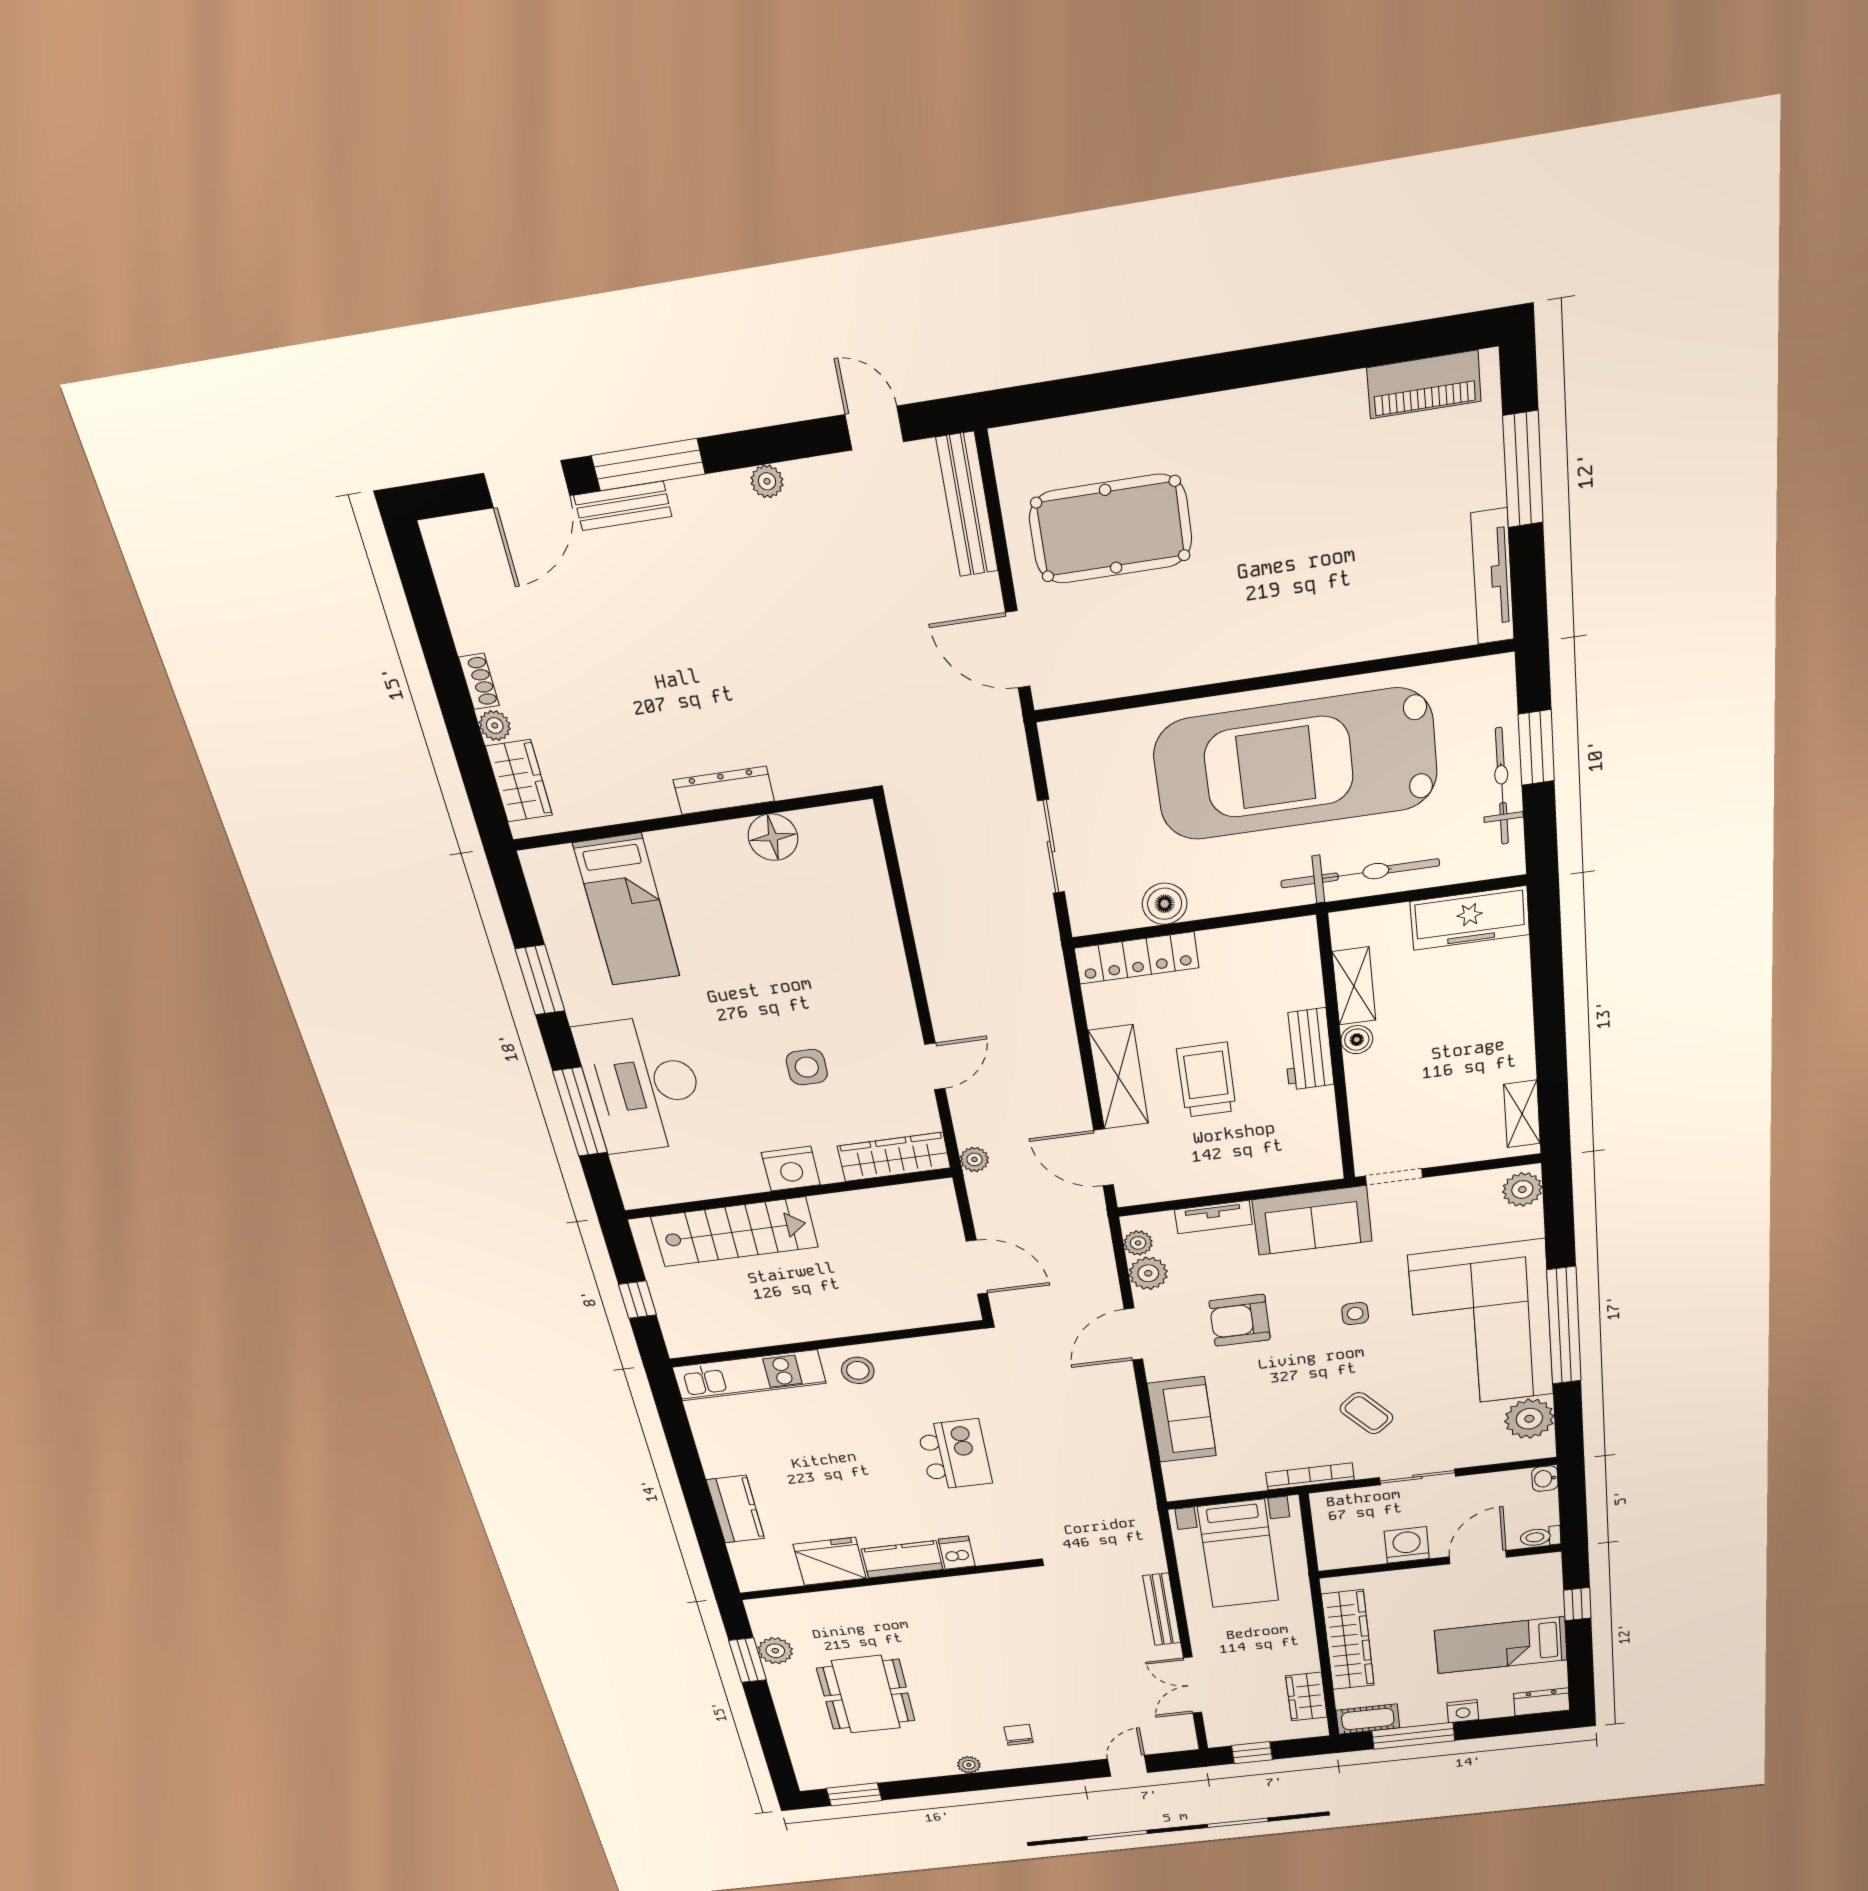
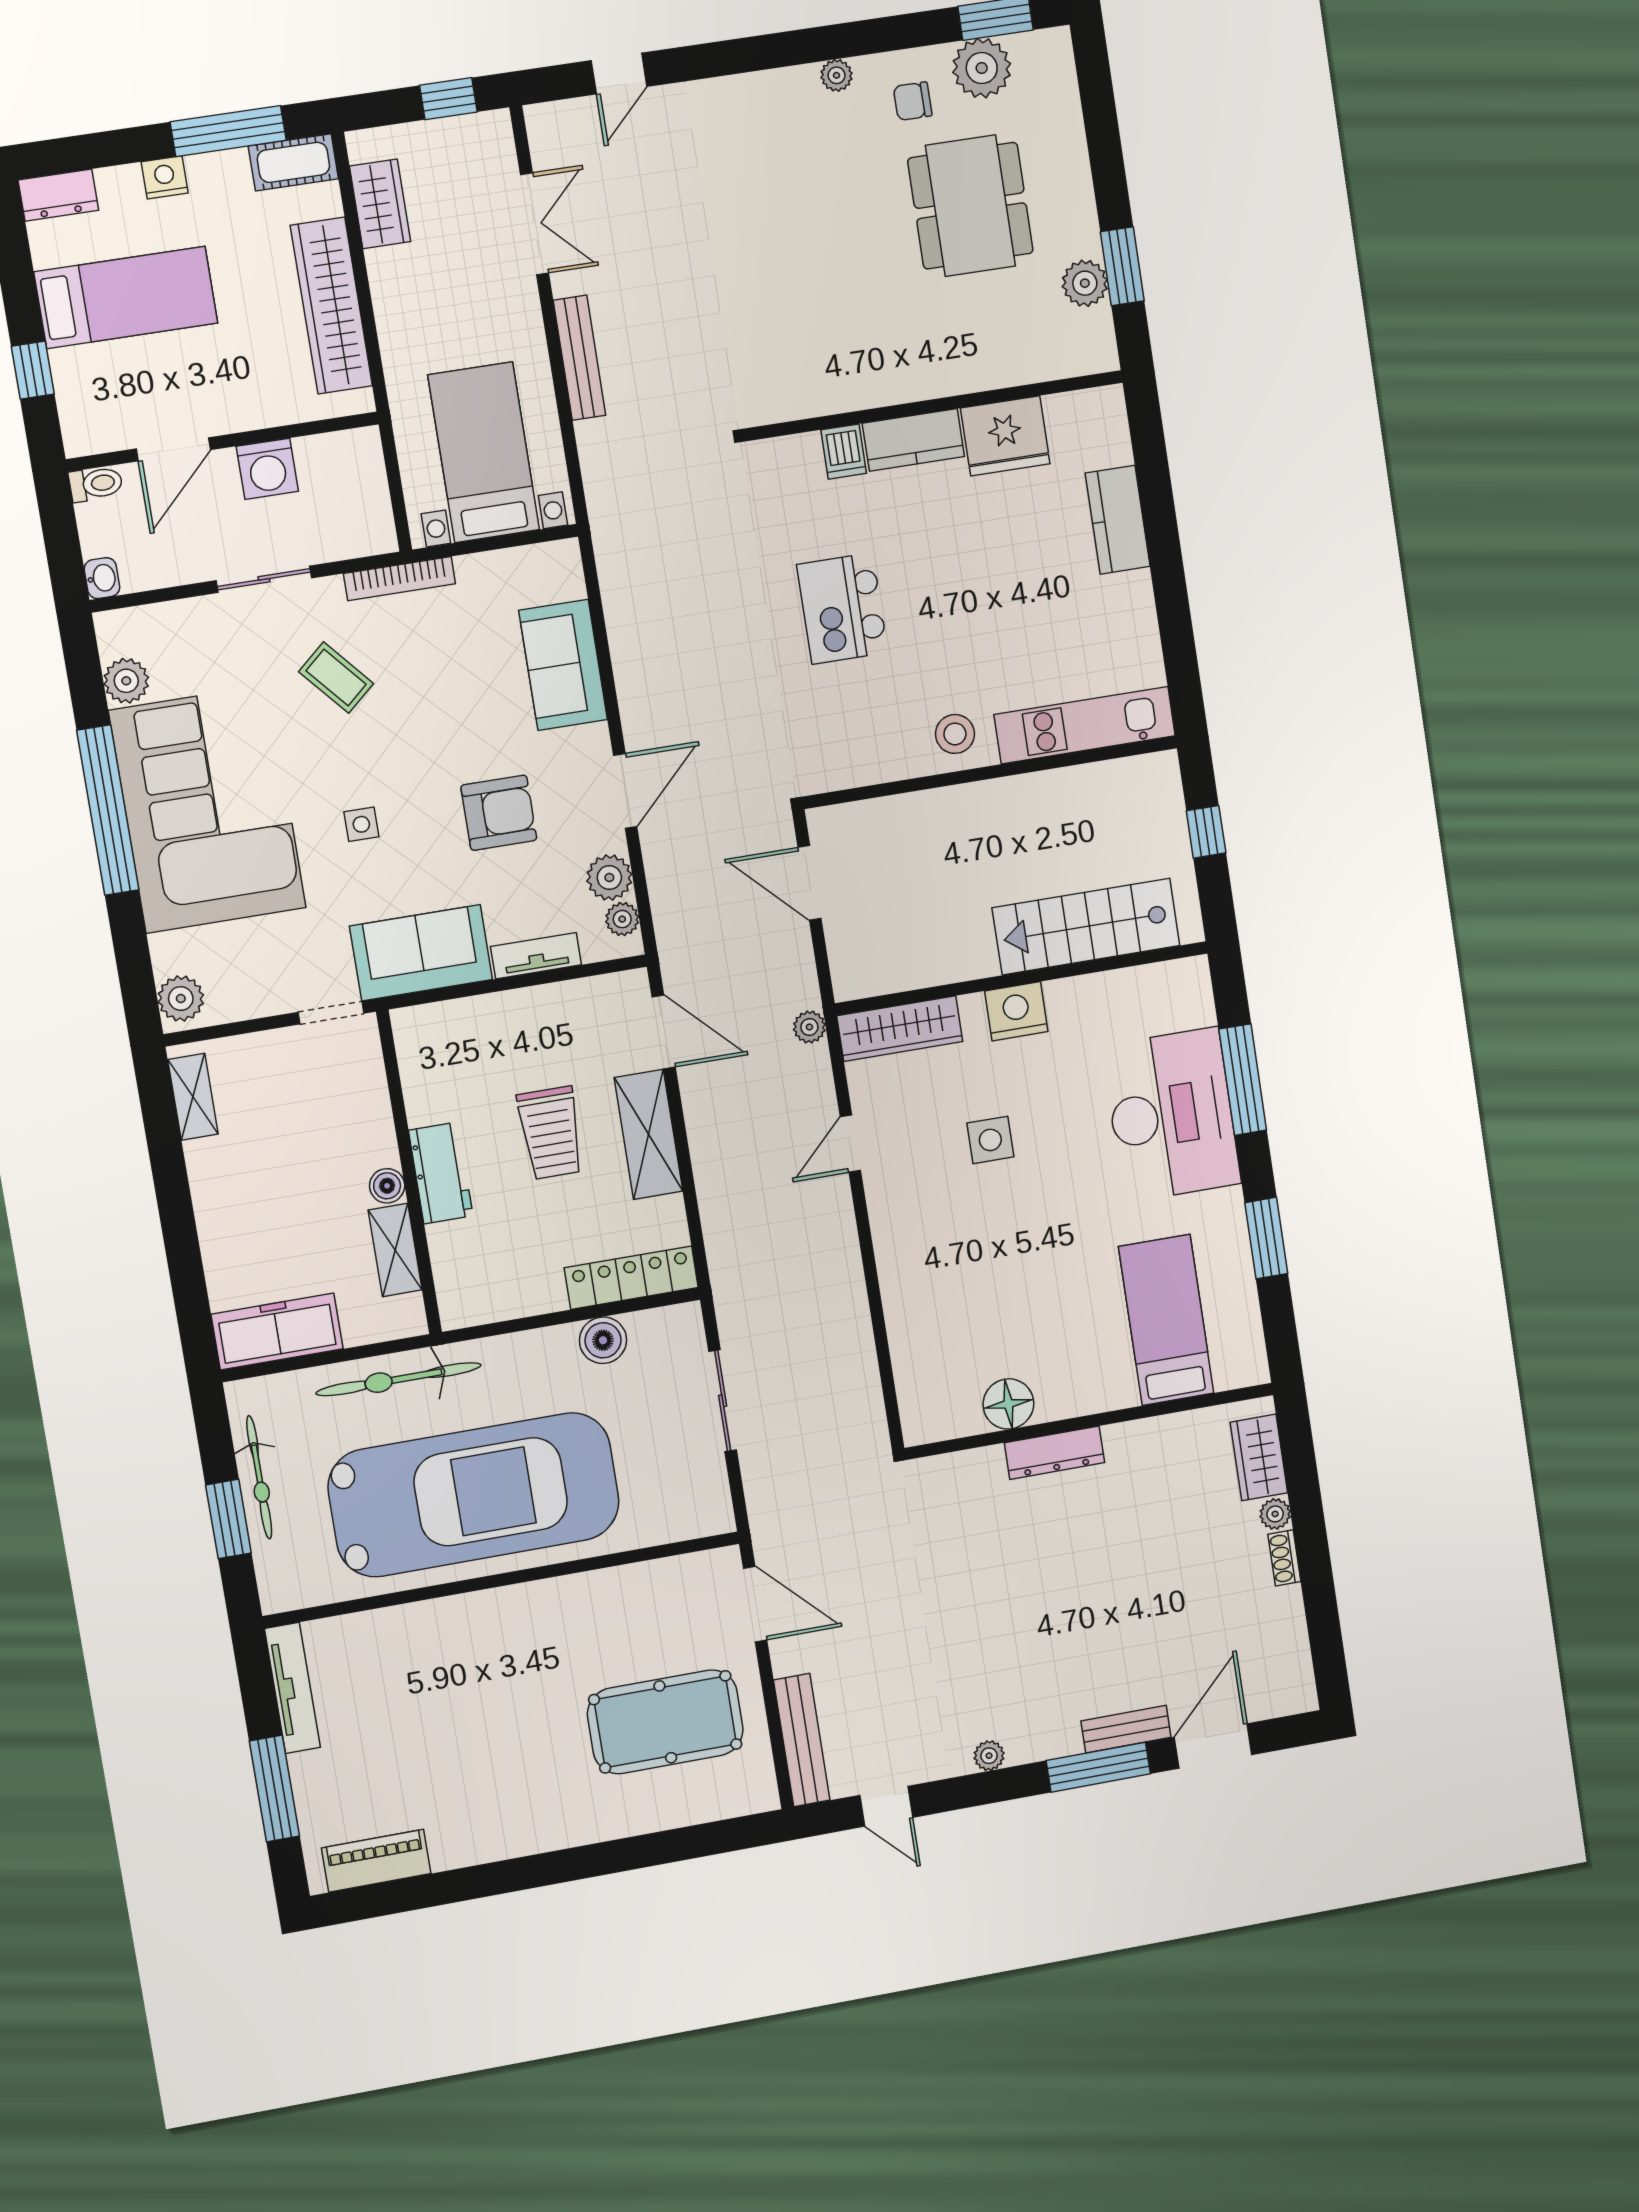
plant: (1529, 1419) -> (126, 681), width x0.73, depth x0.73
chair: (1019, 1735) -> (913, 101), moved, turned 90
plant: (862, 1768) -> (982, 68), added

